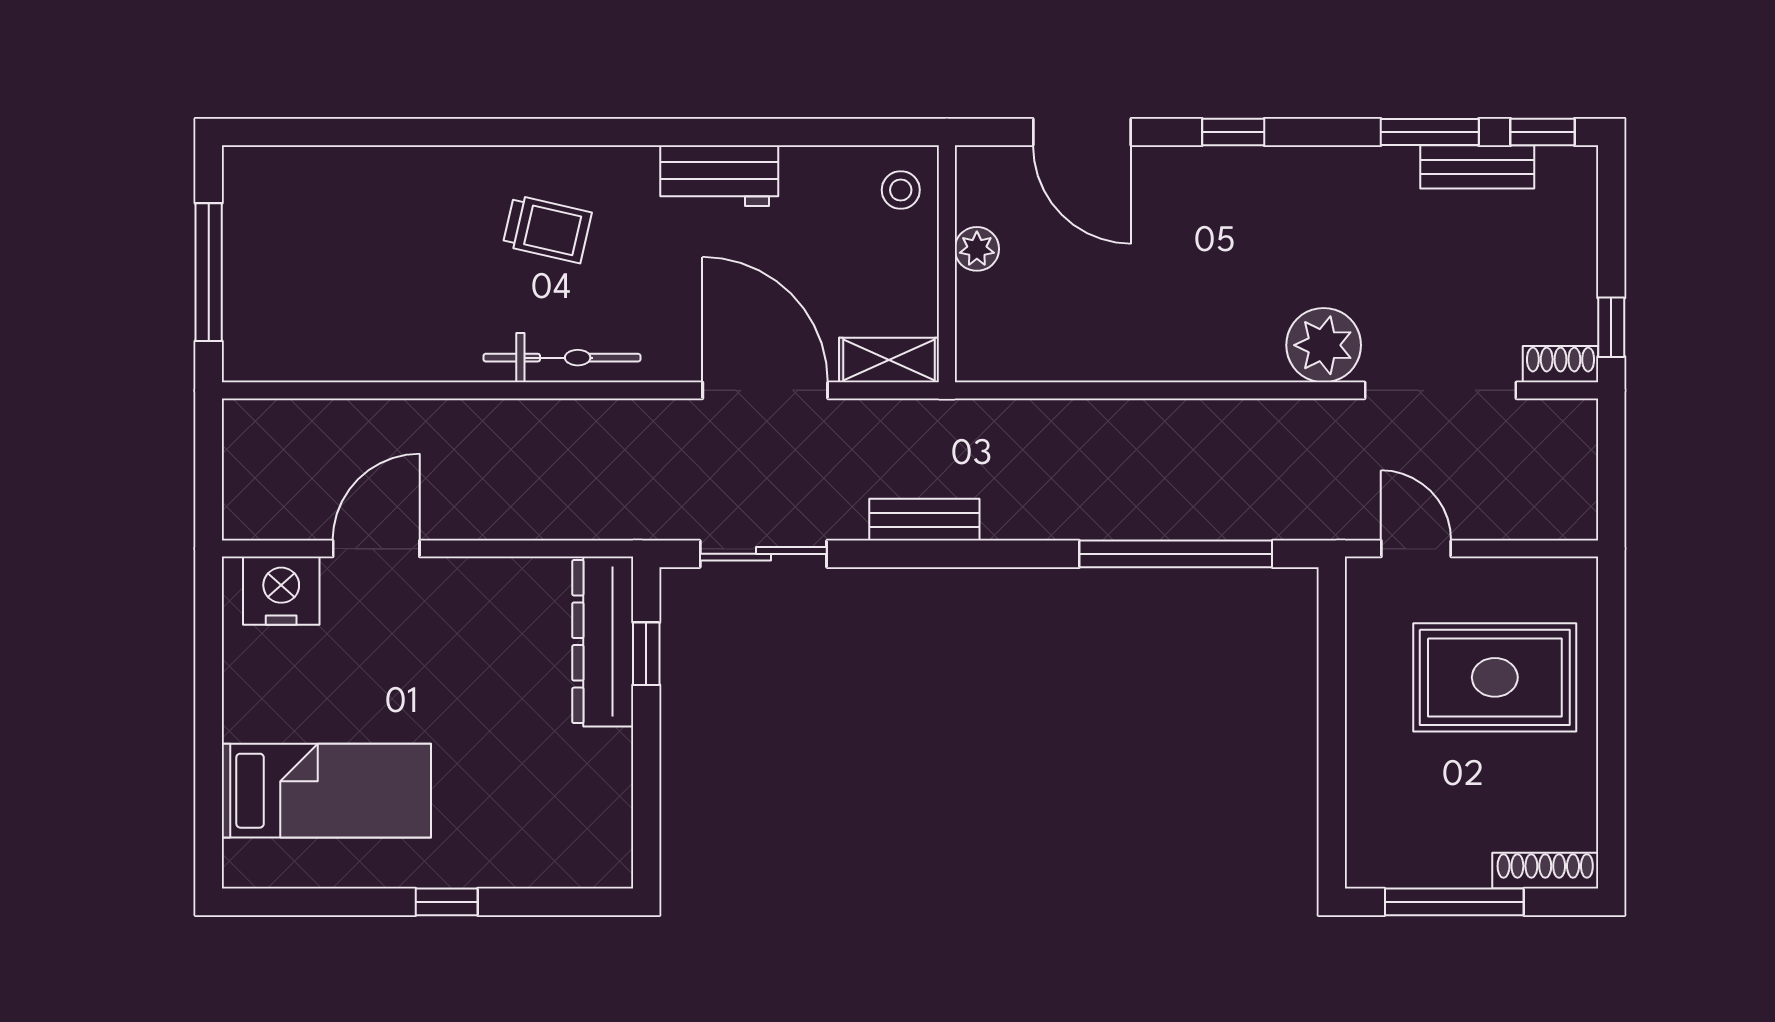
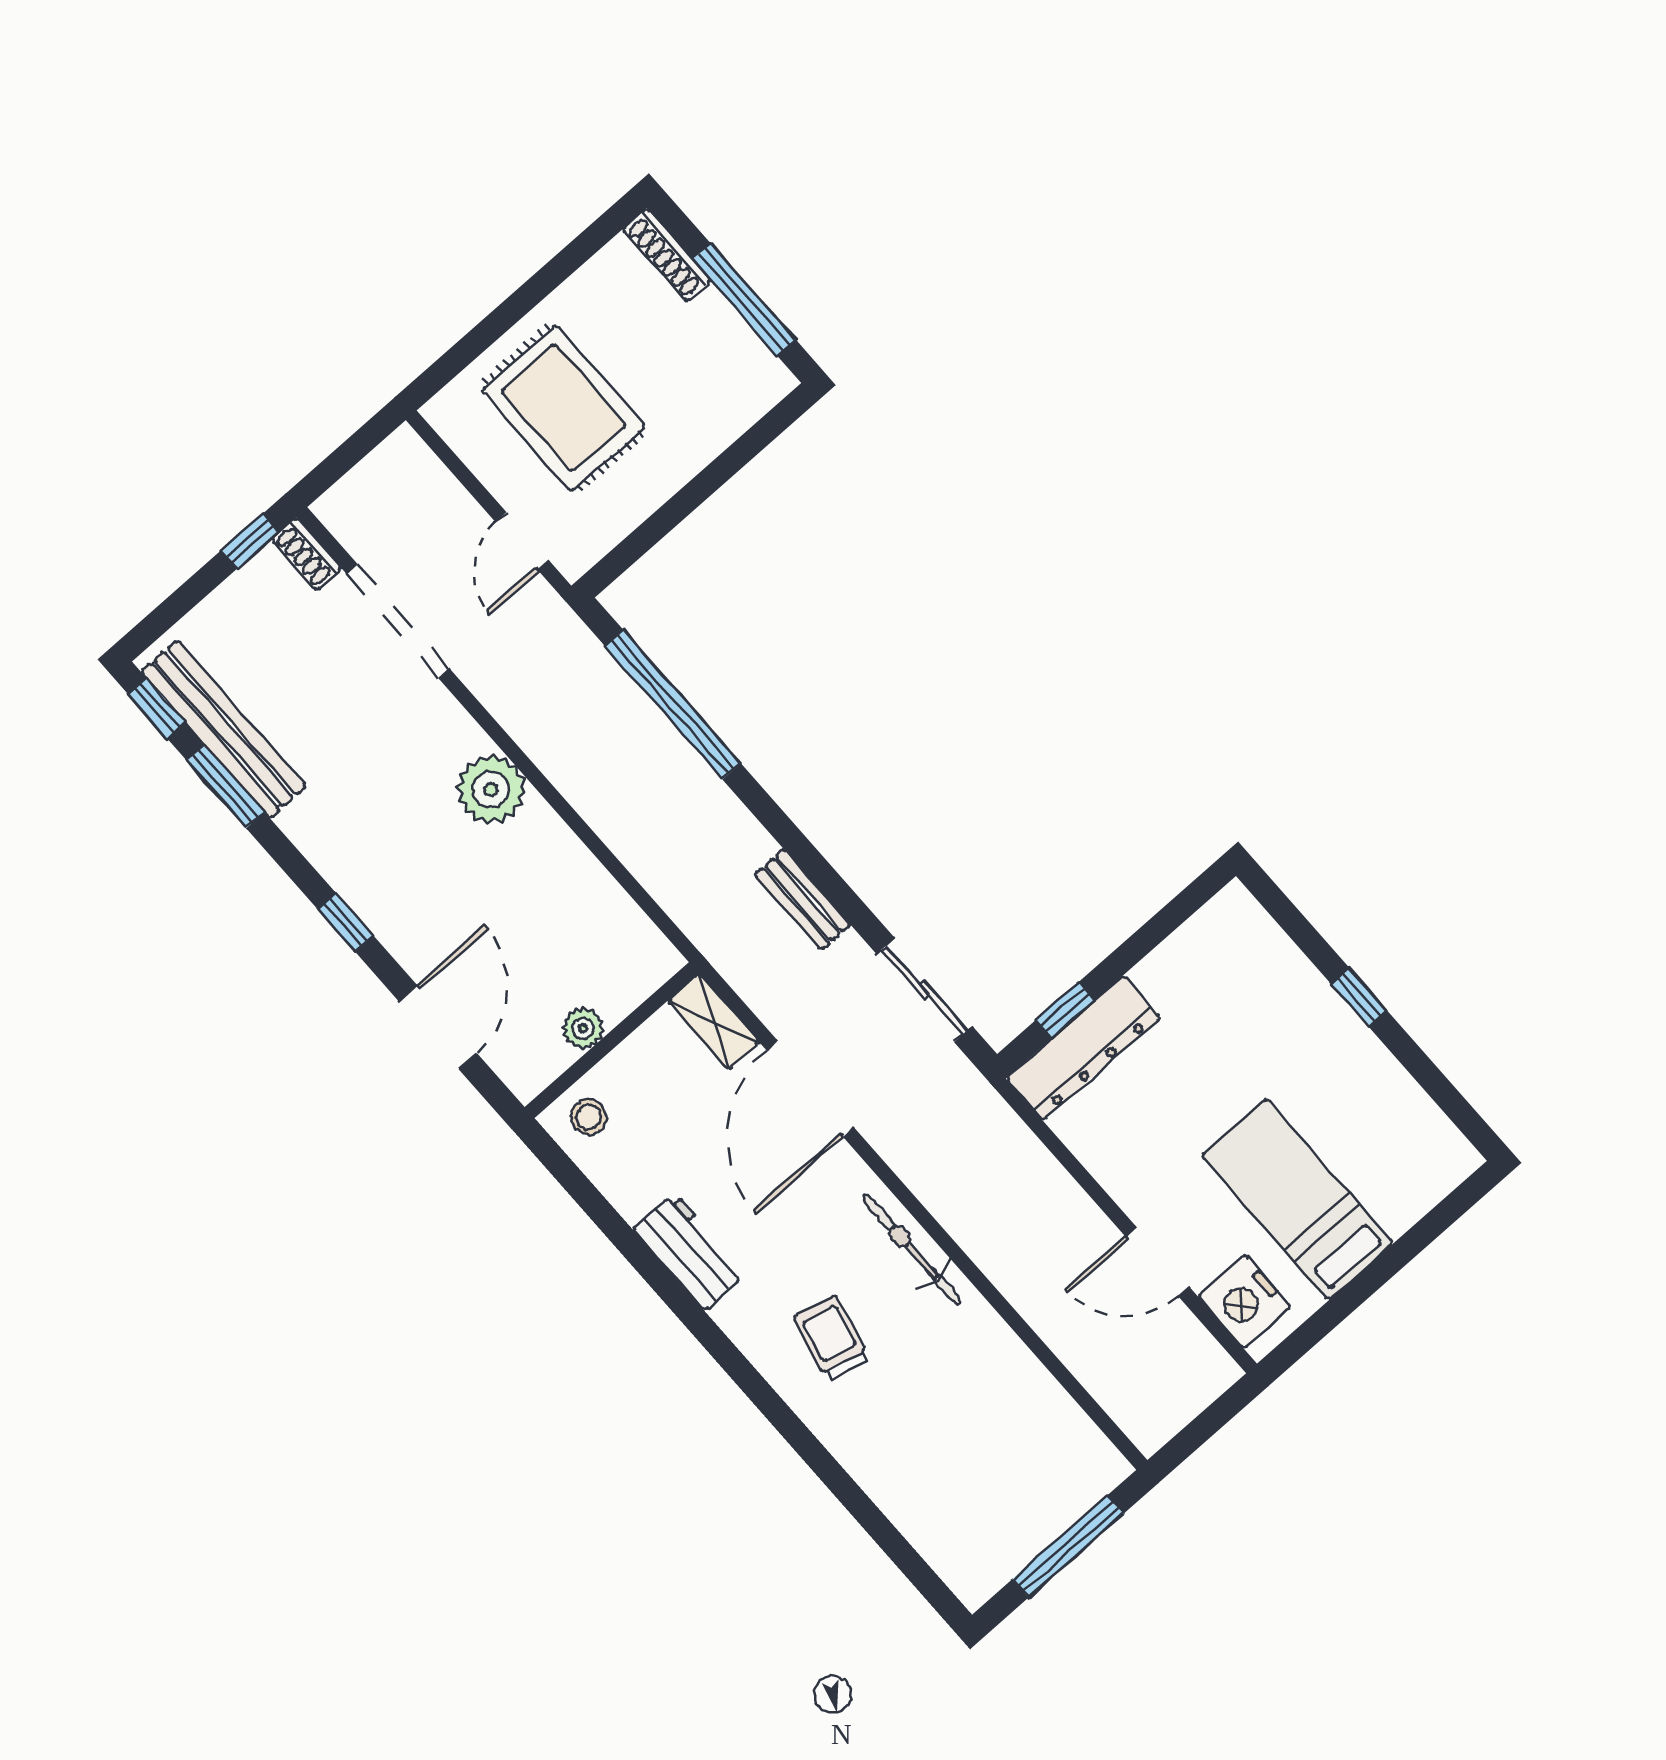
bench: (1477, 167) -> (224, 729), width x1.86, depth x1.21
plant: (1324, 345) -> (491, 789), moved
bed: (326, 791) -> (1297, 1199), moved

